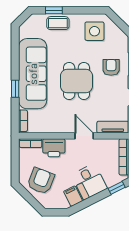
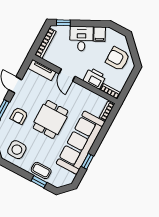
window: (15, 89) -> (87, 161), moved
armchair: (41, 181) -> (118, 59), turned 69

